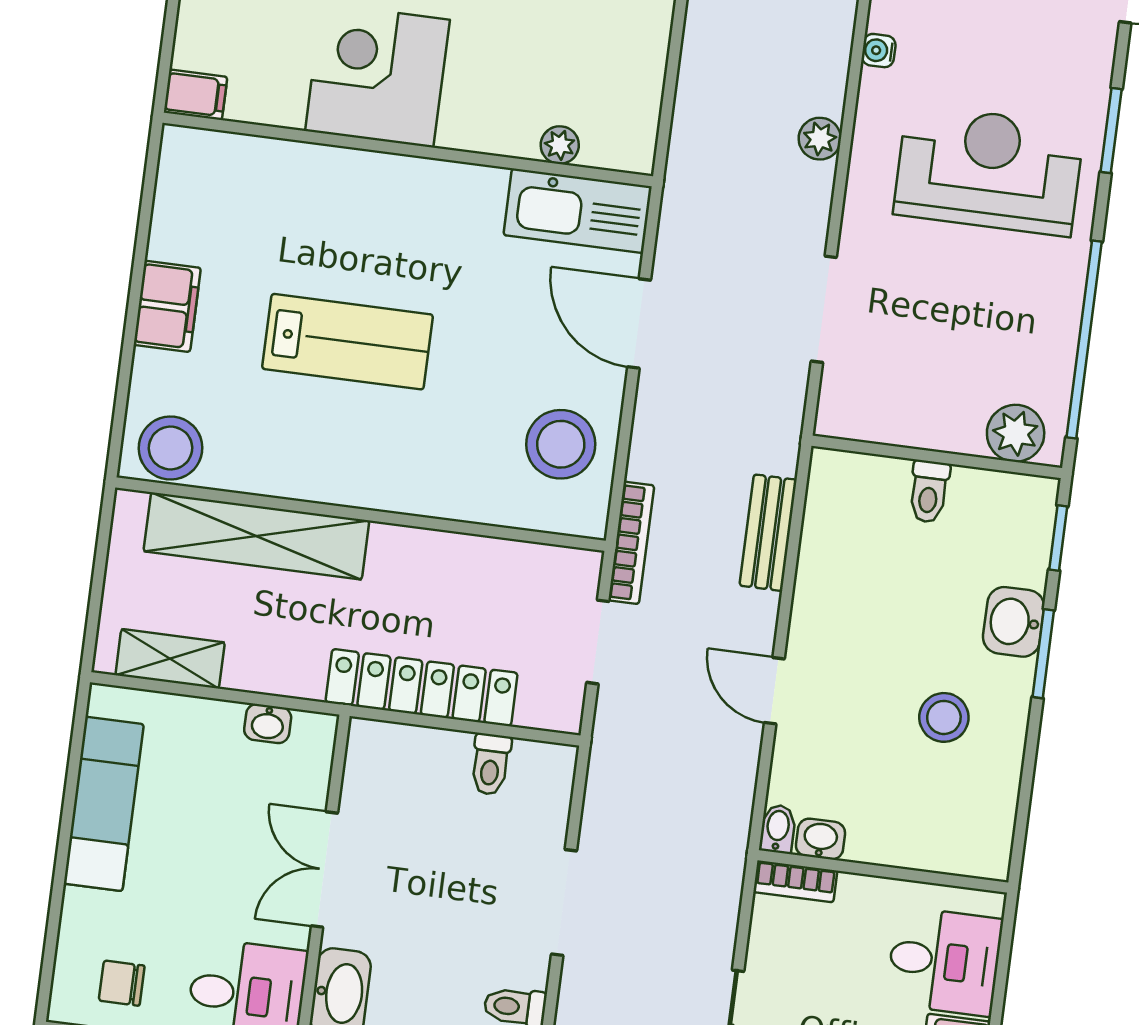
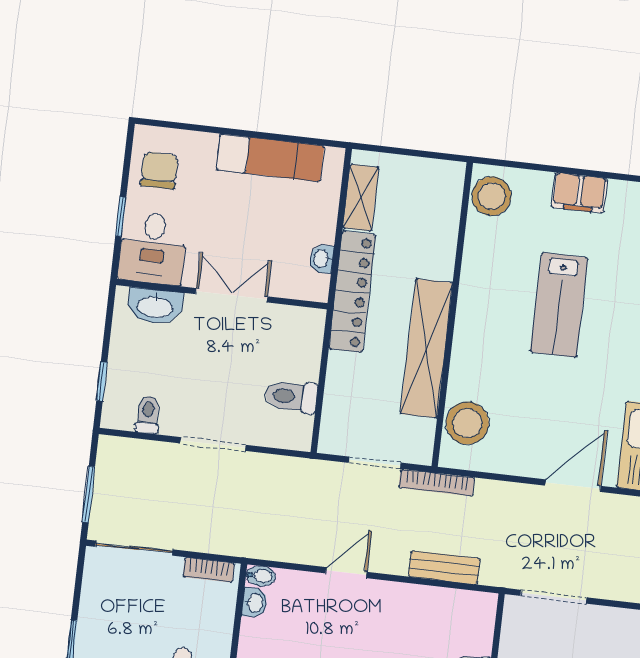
doorway: (824, 309) -> (554, 597), moved
stool: (561, 444) -> (467, 423), moved
shelving: (256, 536) -> (426, 348), moved
locker: (422, 688) -> (352, 292), moved
toilet: (490, 764) -> (291, 396), width x1.37, depth x1.39
bookcase: (795, 881) -> (209, 570), moved, turned -90
chair: (122, 983) -> (159, 170), width x1.37, depth x1.37

